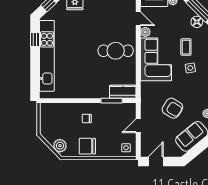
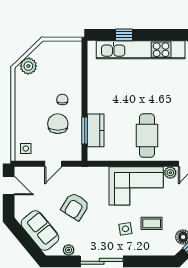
window: (35, 39) -> (124, 35), moved
kitchen counter: (123, 92) -> (96, 130), moved
door: (138, 126) -> (53, 164), swing flipped
chair: (87, 146) -> (58, 124), moved

